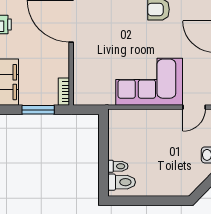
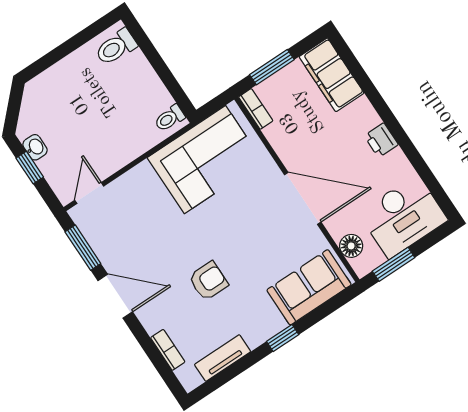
corner sofa: (149, 82) -> (205, 160), moved
toilet: (118, 166) -> (170, 118), moved

